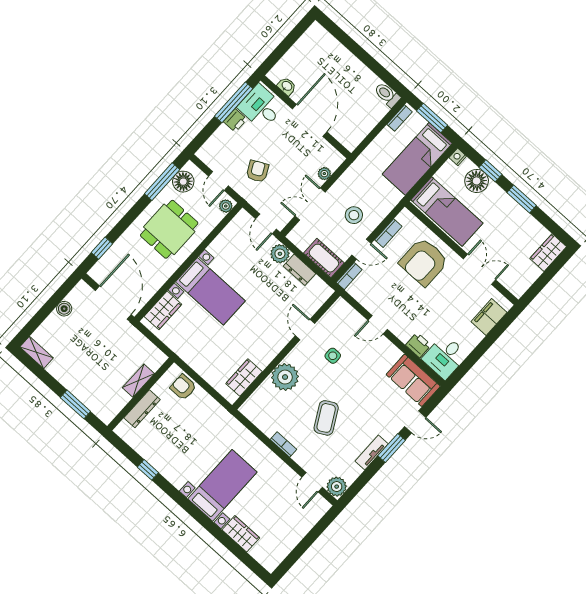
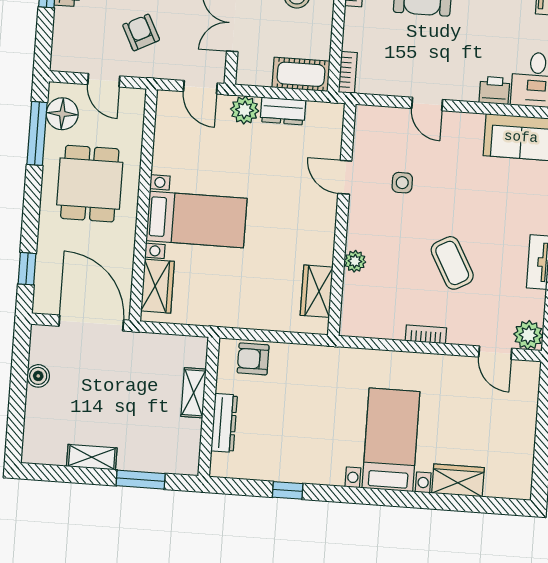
plant: (226, 206) -> (136, 103), removed
door: (361, 249) -> (338, 29), removed
door: (378, 325) -> (427, 104), hinge flipped
shelving: (37, 352) -> (92, 457), moved
plant: (285, 377) -> (355, 261), width x0.53, depth x0.53

